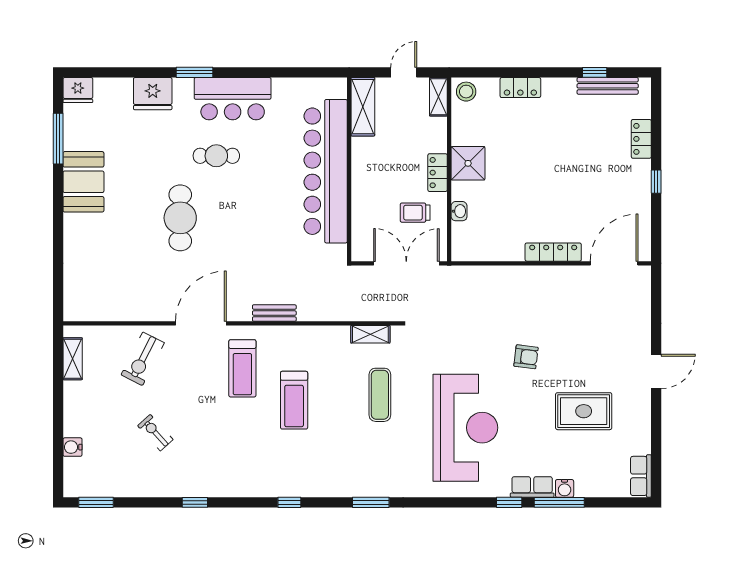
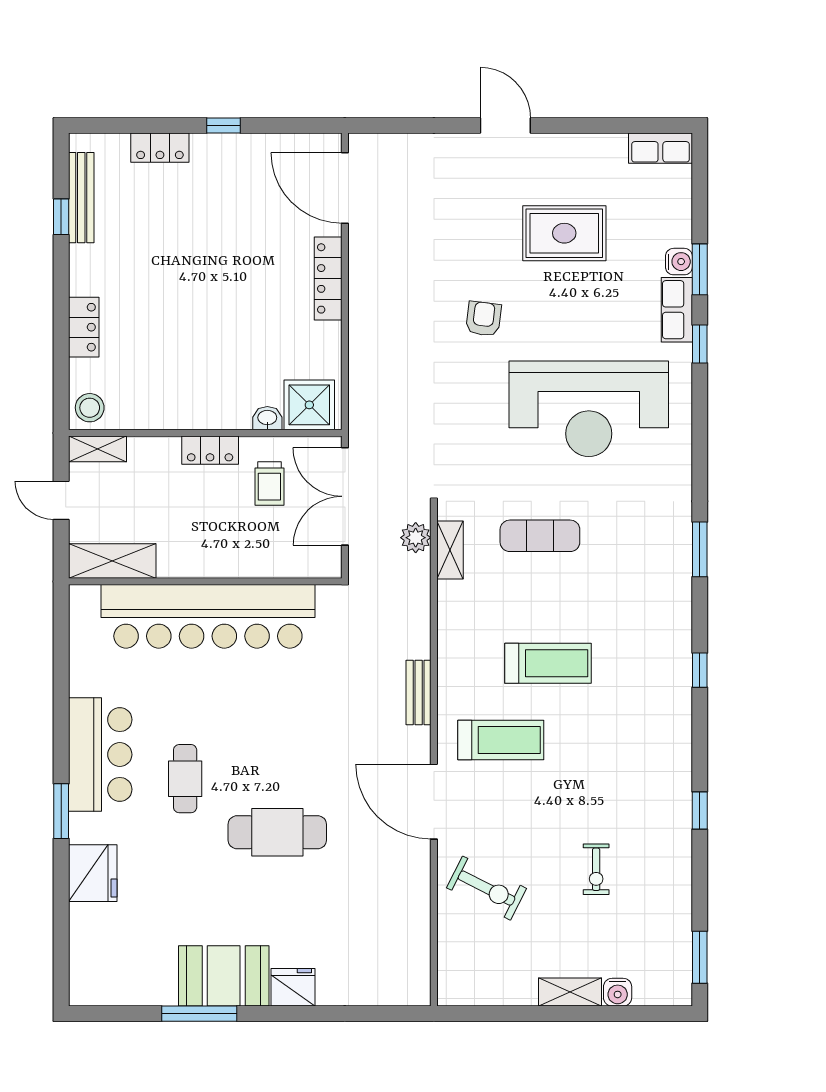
fridge: (78, 90) -> (293, 987), moved, turned -90
window: (58, 139) -> (199, 1014), moved
shower: (468, 163) -> (309, 405), moved
plant: (379, 311) -> (416, 538), added
shelving: (73, 359) -> (570, 992), moved
rug: (584, 411) -> (564, 233), turned 90
reception desk: (465, 428) -> (589, 409), turned 180
exercise bike: (155, 433) -> (596, 869), turned -48
window: (559, 502) -> (700, 269), width x0.69

